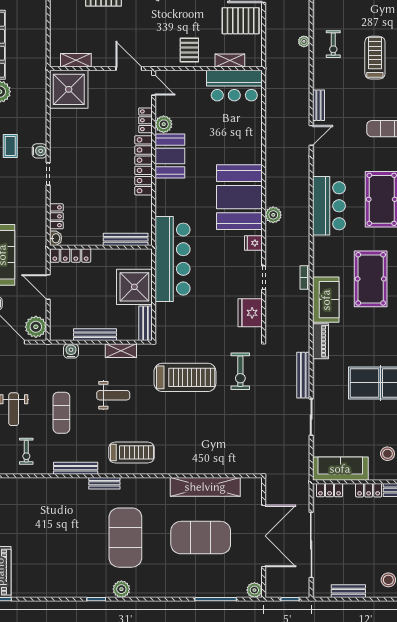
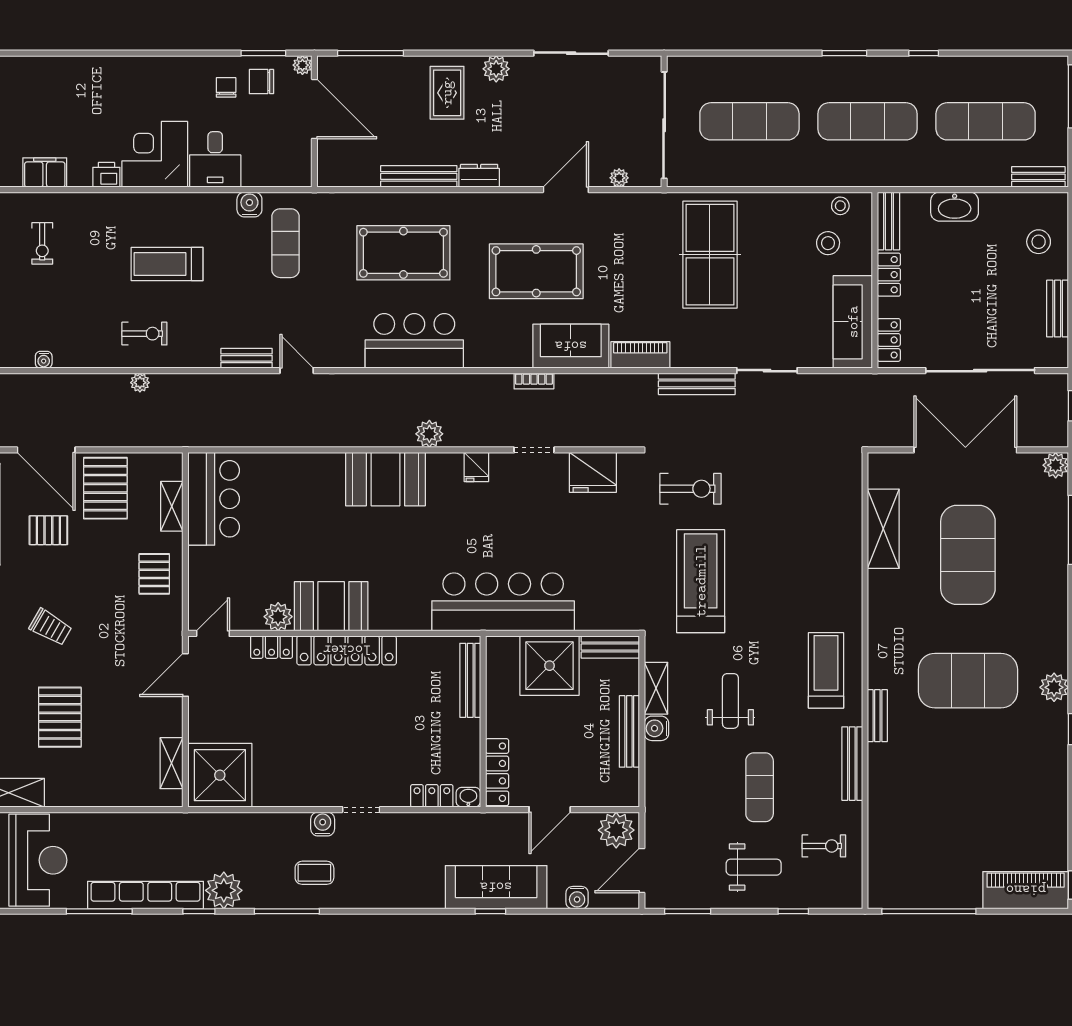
pallet: (189, 50) -> (154, 574), turned 90
booth: (239, 197) -> (385, 479), width x0.73, depth x0.70
water cooler: (71, 351) -> (656, 728), moved
exercise mat: (61, 413) -> (760, 787), turned 90
shelving: (205, 487) -> (883, 529), width x0.68

